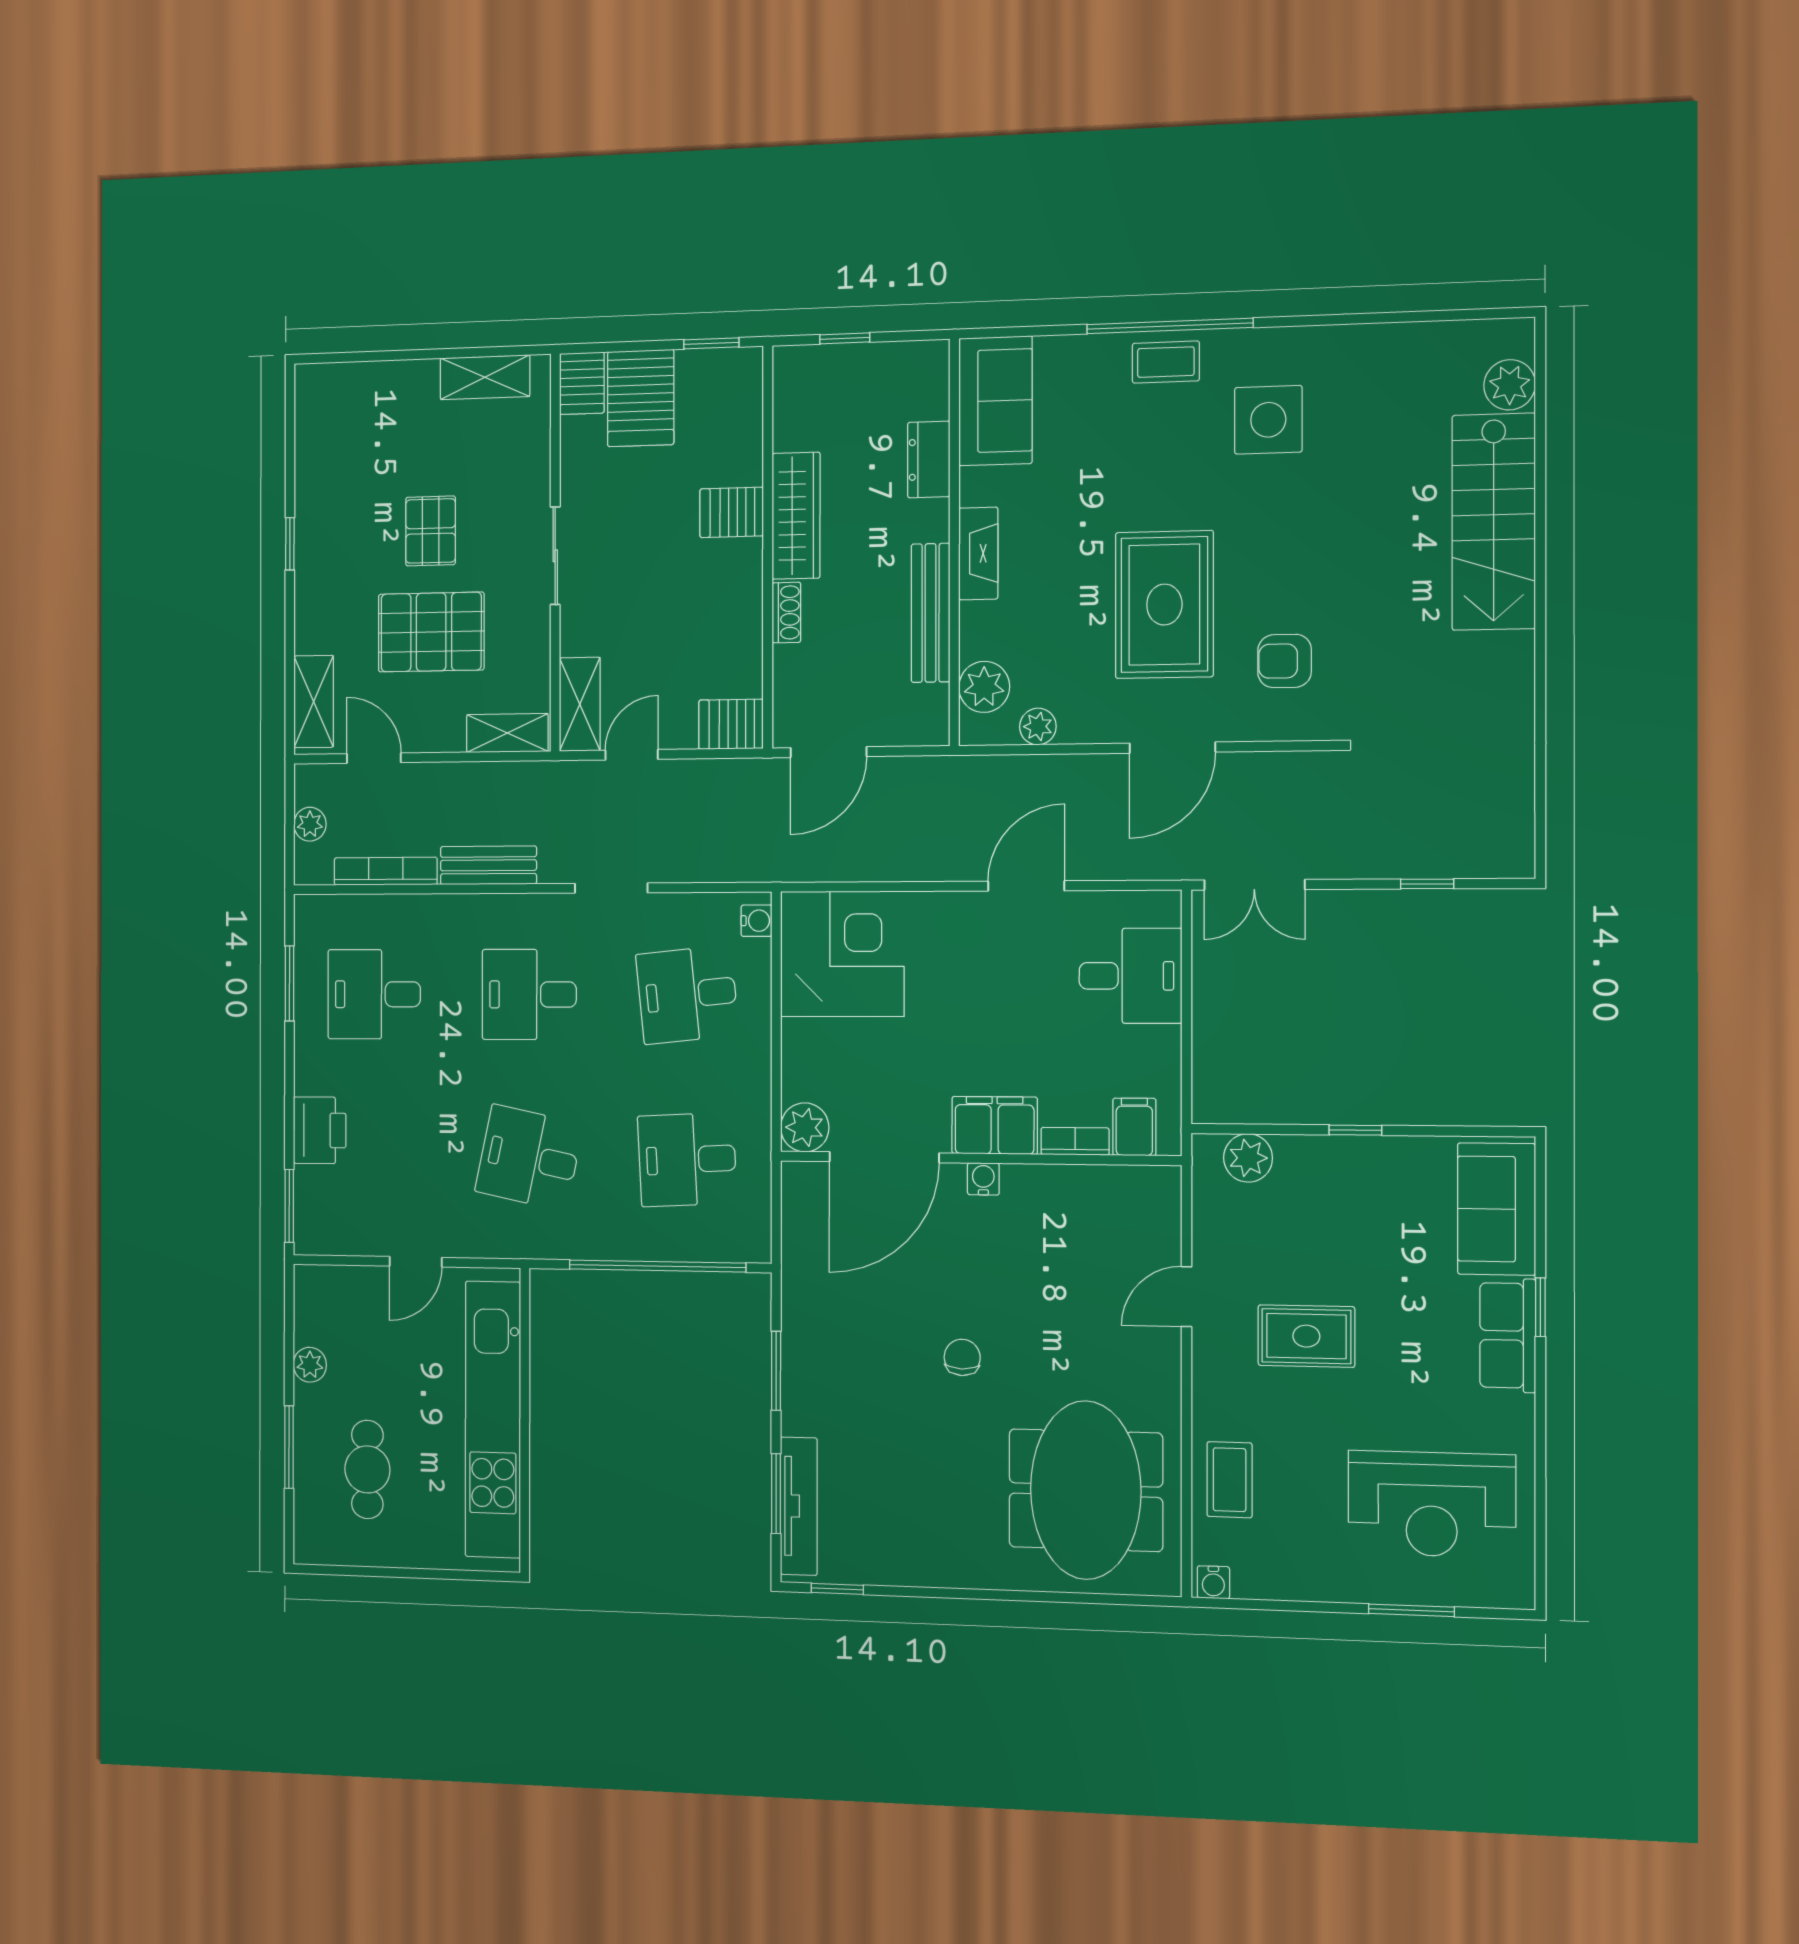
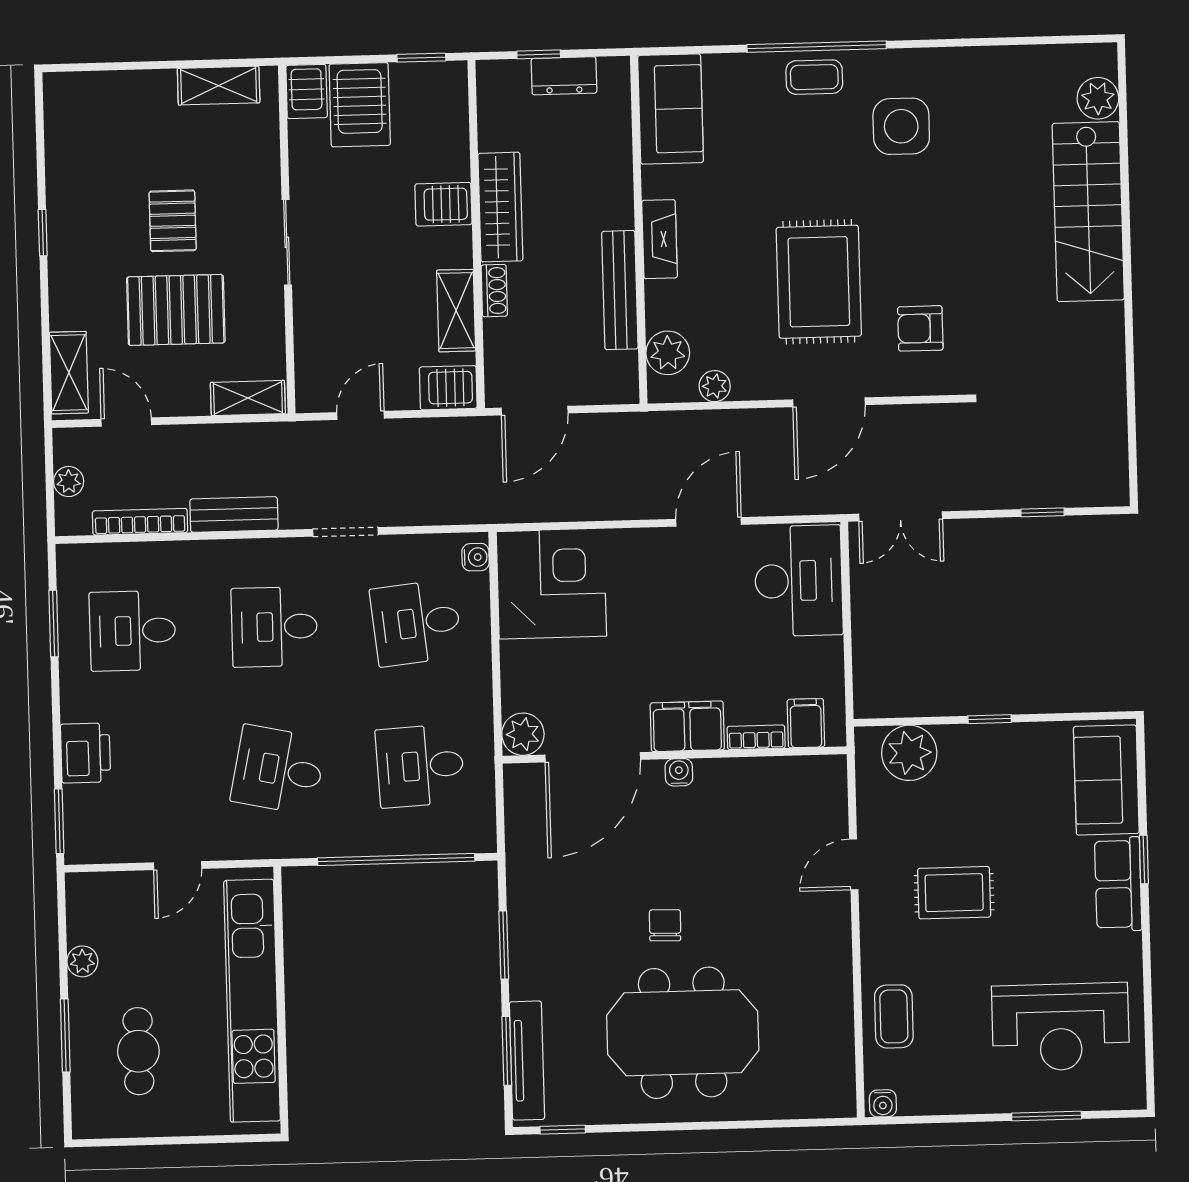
dresser: (929, 459) -> (564, 76), moved, turned -90
shelving: (580, 704) -> (456, 311), moved
desk: (1130, 976) -> (799, 581), width x1.37
plant: (1248, 1158) -> (909, 753), width x1.36, depth x1.36
meeting table: (1086, 1490) -> (683, 1033), moved, turned 90

